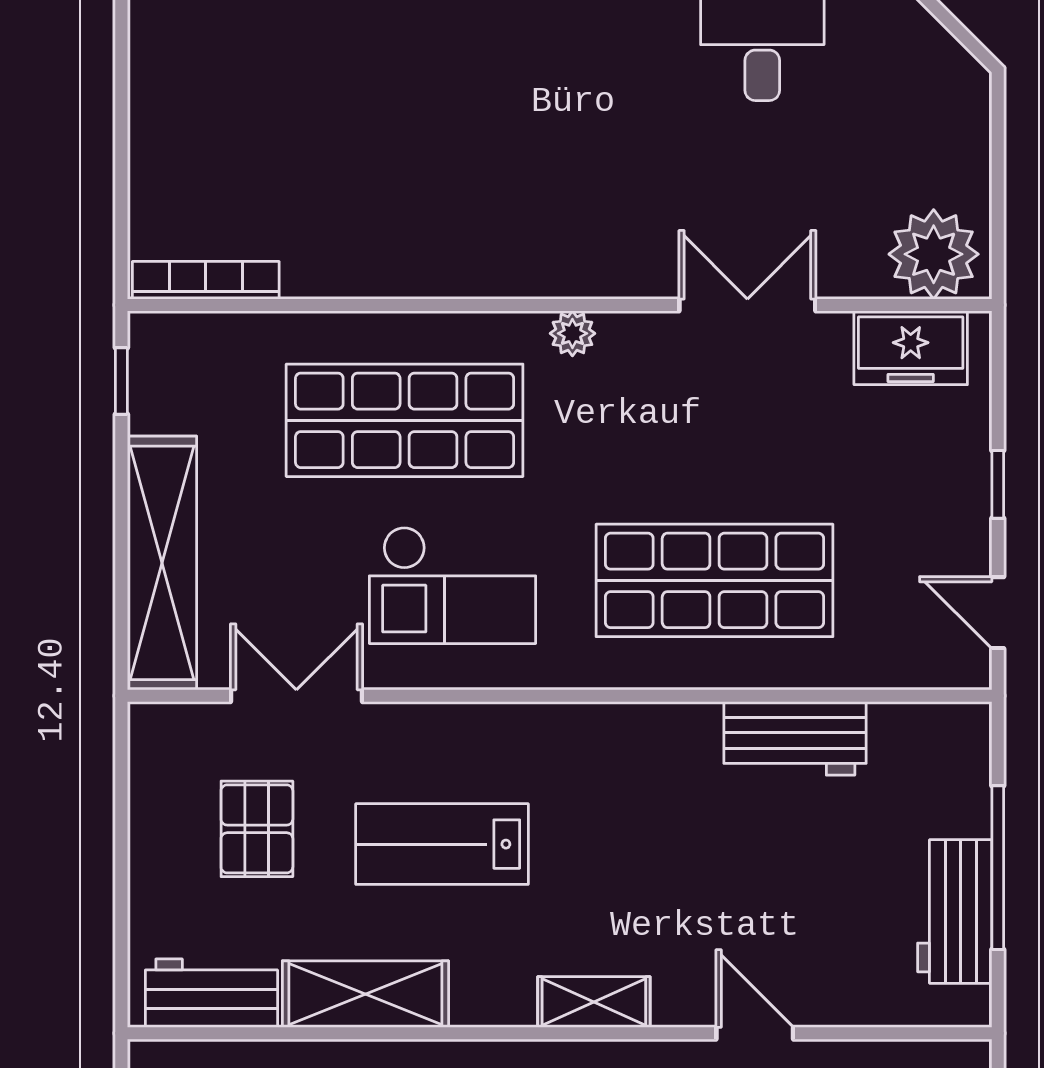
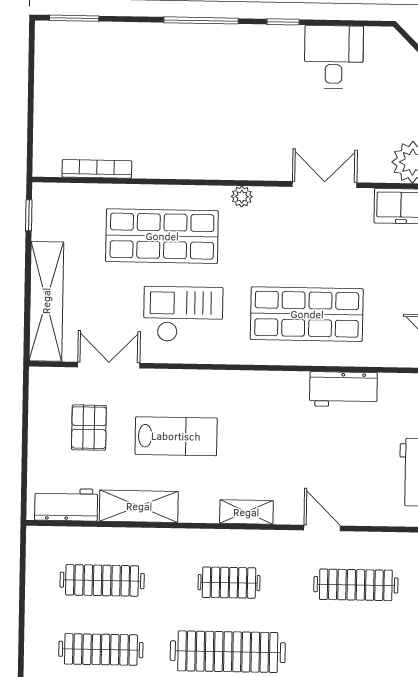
bookcase: (206, 280) -> (97, 169), moved
checkout: (452, 585) -> (183, 314), turned 180
lab bench: (442, 844) -> (176, 436), turned 180

